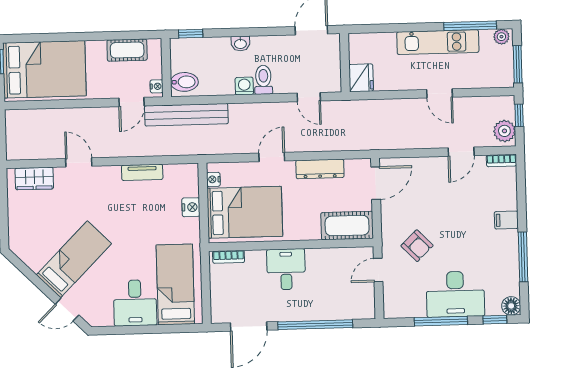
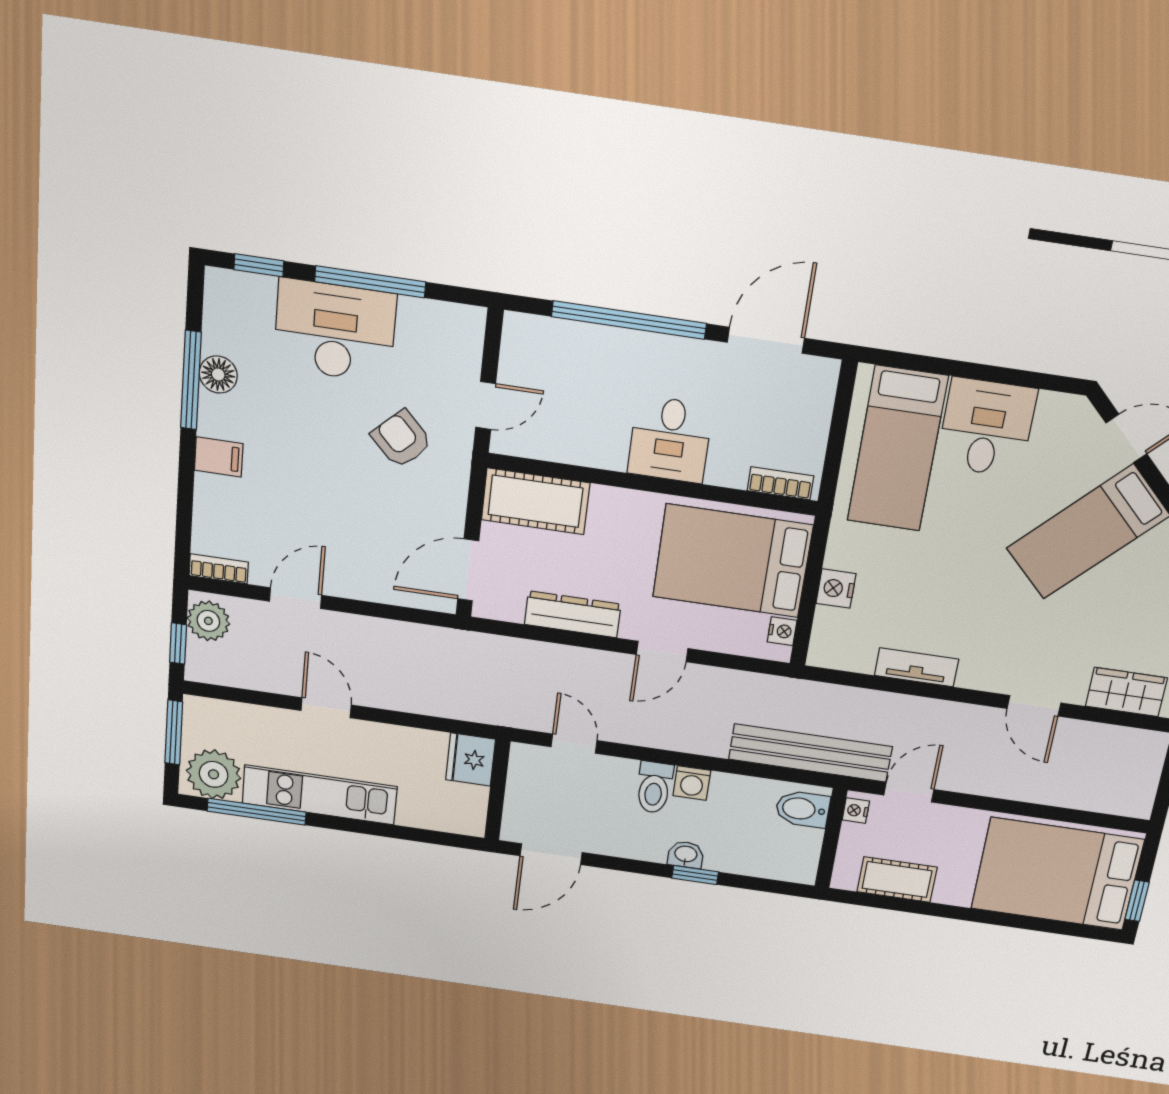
window: (191, 34) -> (695, 875), moved
plant: (501, 37) -> (214, 774), width x1.88, depth x1.88
floor lamp: (511, 306) -> (218, 374), moved

